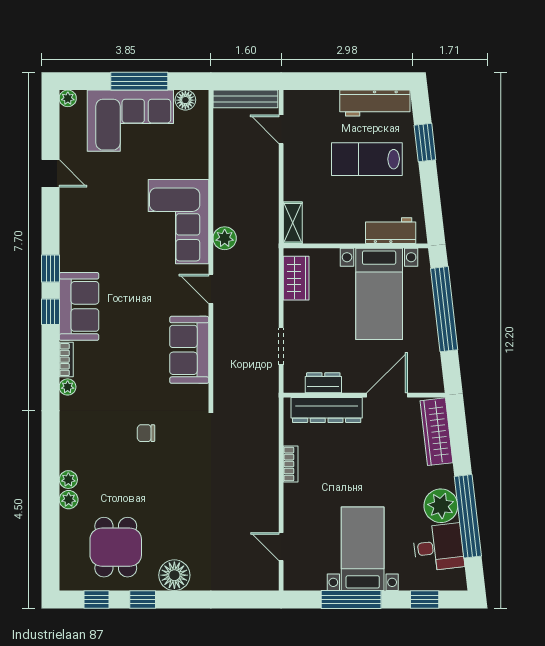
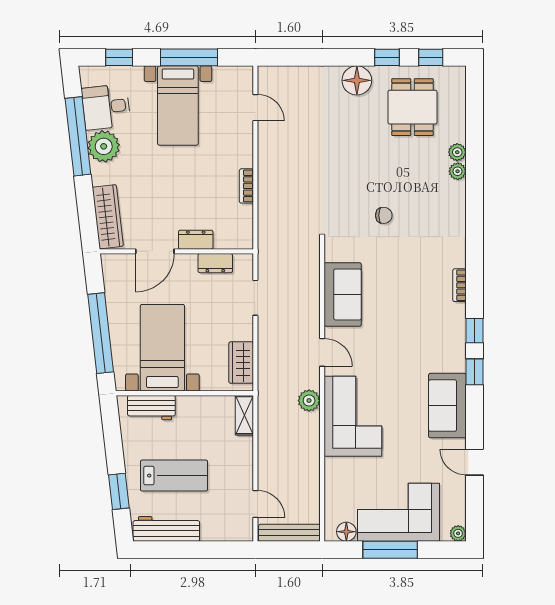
sofa: (79, 306) -> (447, 406), moved
plant: (68, 387) -> (458, 259), removed
dresser: (327, 410) -> (196, 240), width x0.51, depth x0.80

